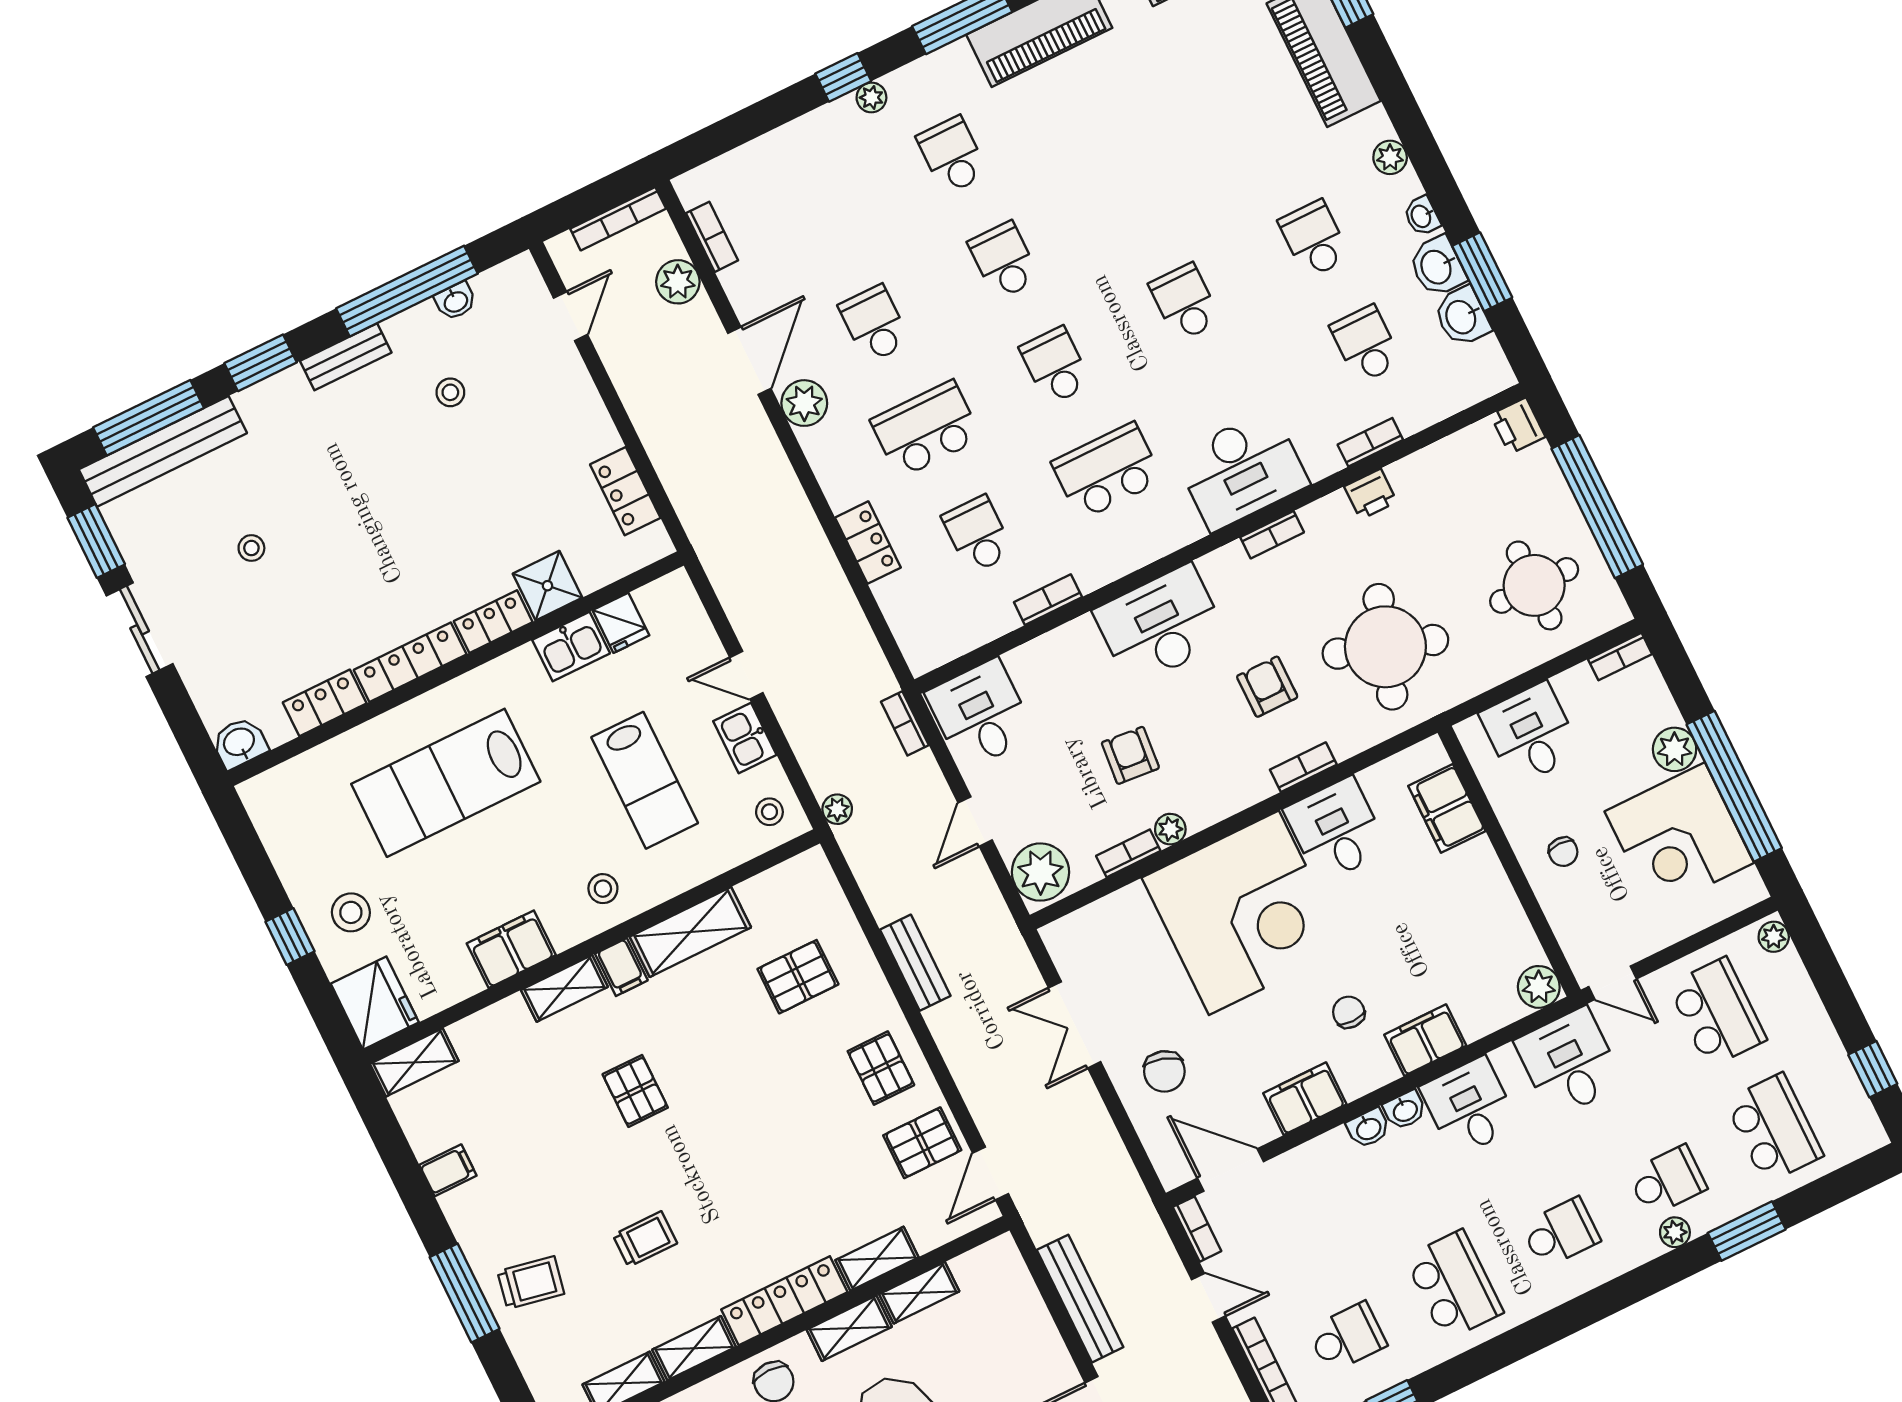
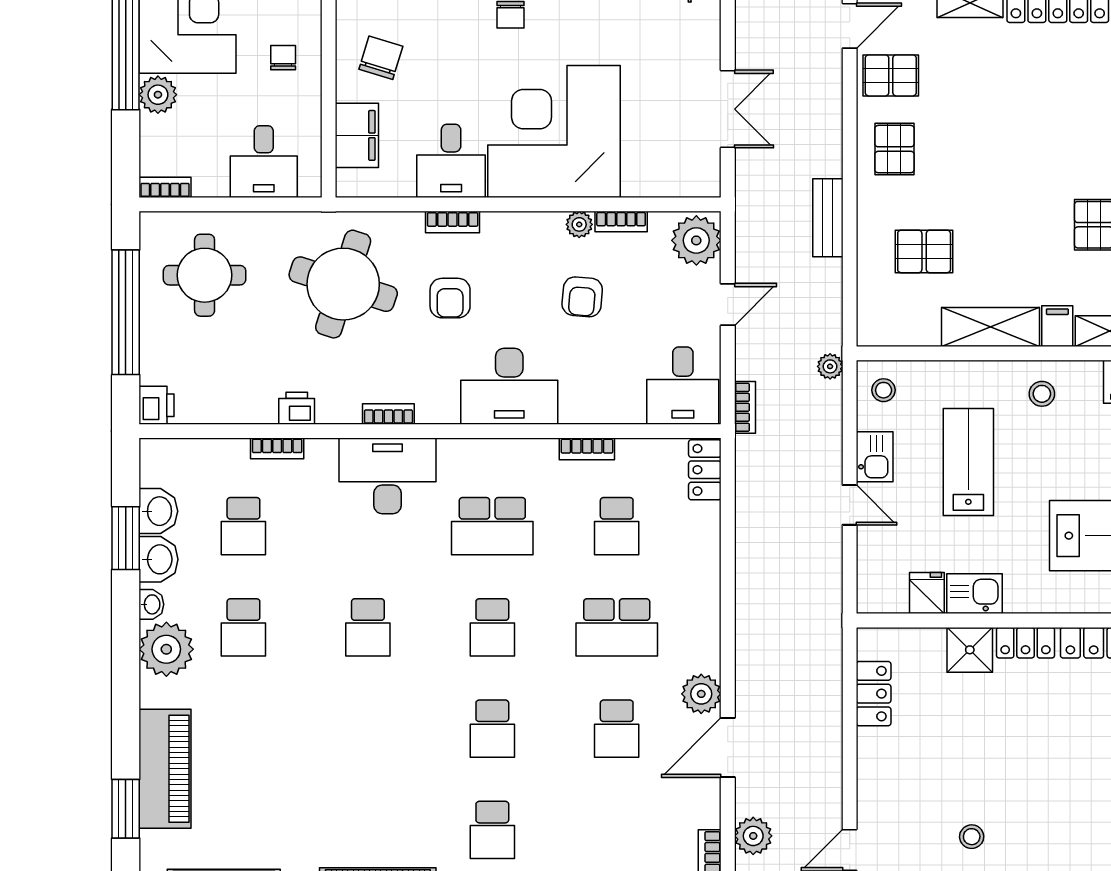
plant: (1390, 157) -> (166, 649), width x1.87, depth x1.87
locker: (868, 543) -> (705, 470), moved
chair: (1164, 1071) -> (381, 58), moved

